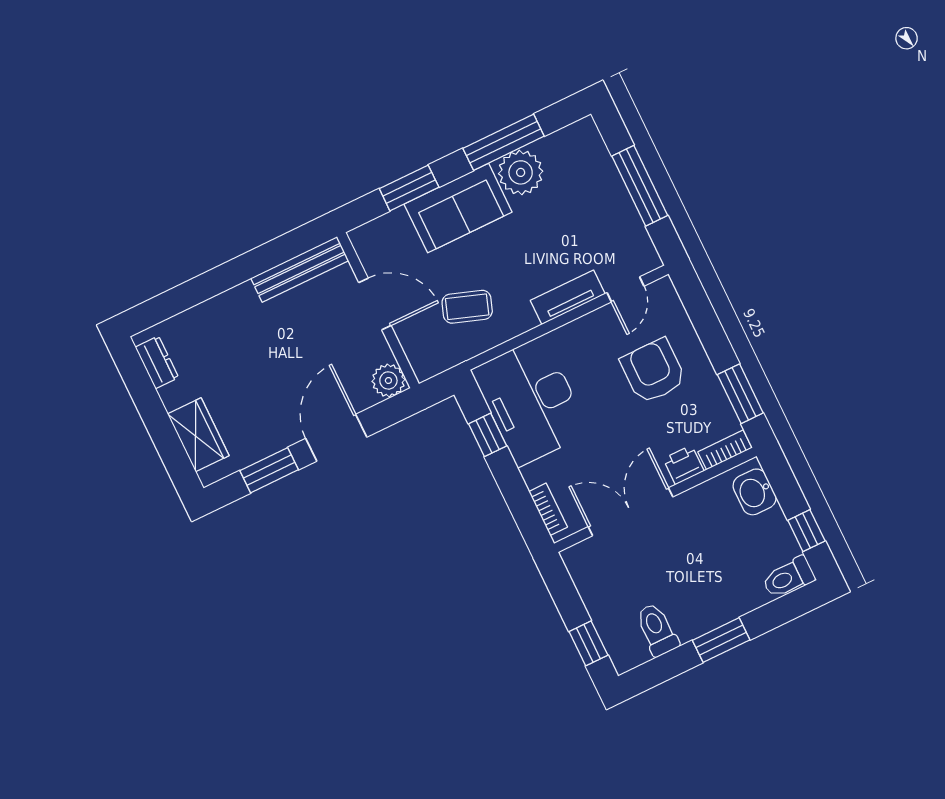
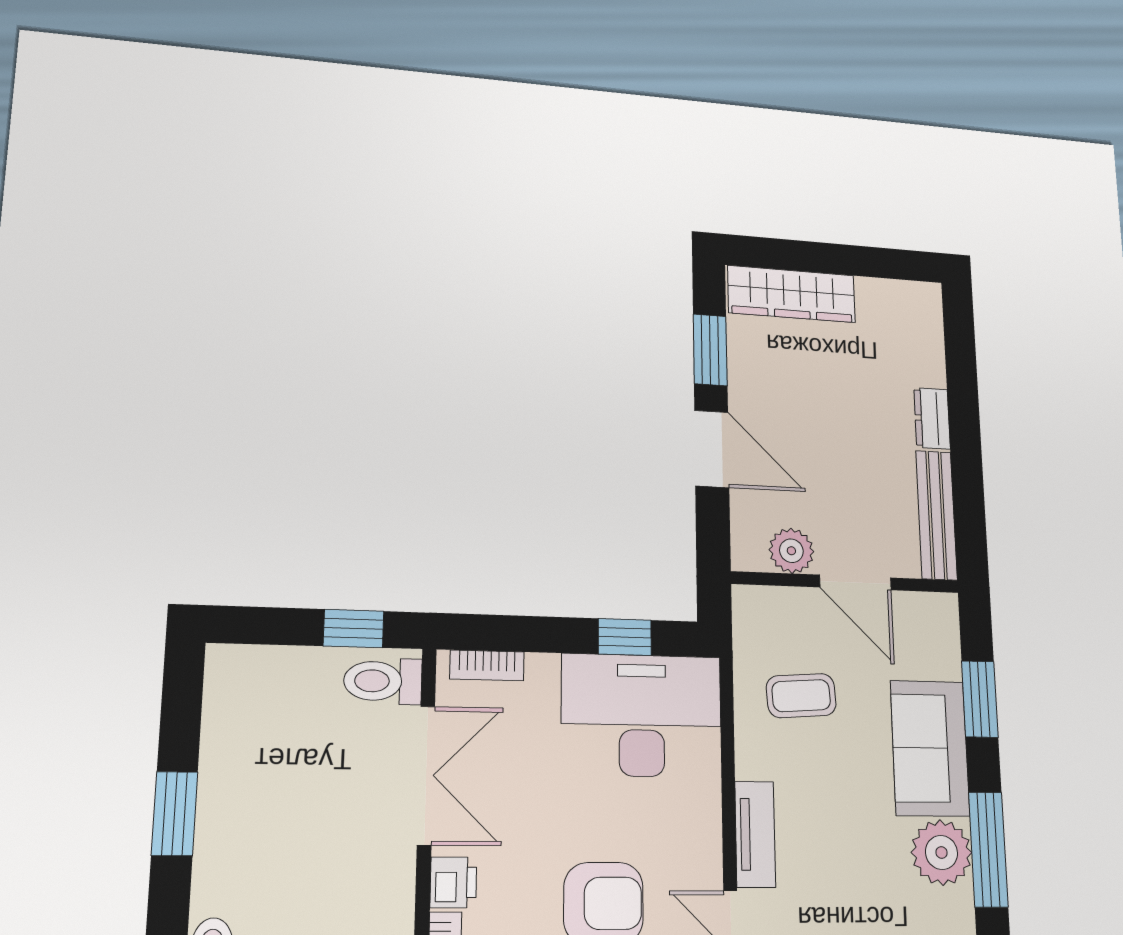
door: (375, 304) -> (855, 582), hinge flipped
coffee table: (467, 307) -> (801, 696), turned 67
dresser: (157, 362) -> (932, 418), moved, turned 90
plant: (388, 380) -> (791, 551), moved
wardrobe: (198, 435) -> (792, 294), width x1.50
toilet: (657, 630) -> (383, 681), moved, turned 180
window: (588, 643) -> (354, 629), moved

